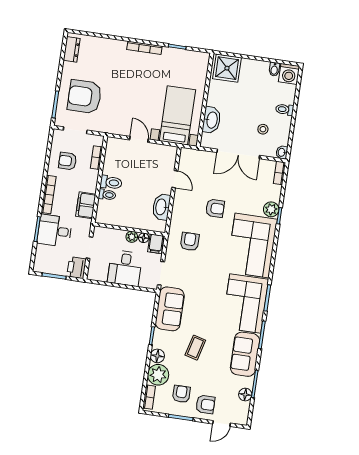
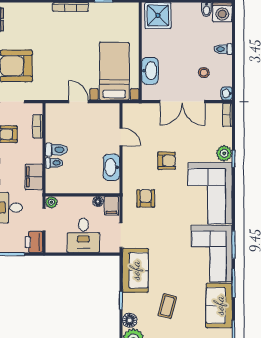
plant: (132, 237) -> (51, 202), moved

